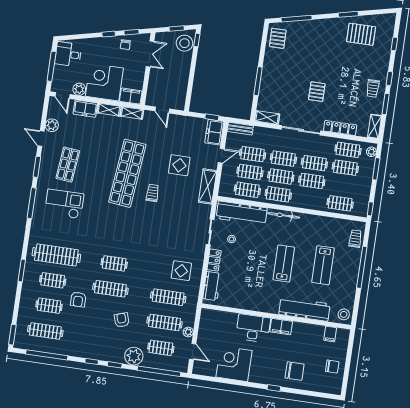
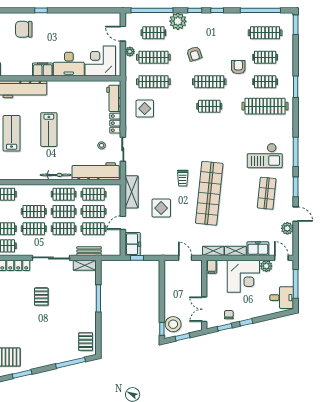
filing cabinet: (131, 96) -> (212, 267), width x0.50
bench: (240, 129) -> (89, 251), moved
corner desk: (234, 364) -> (100, 61), moved, turned 180

